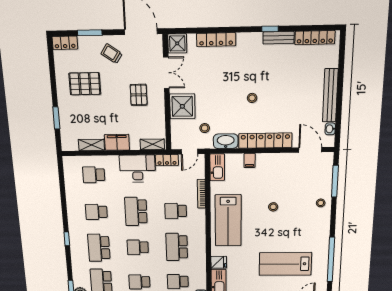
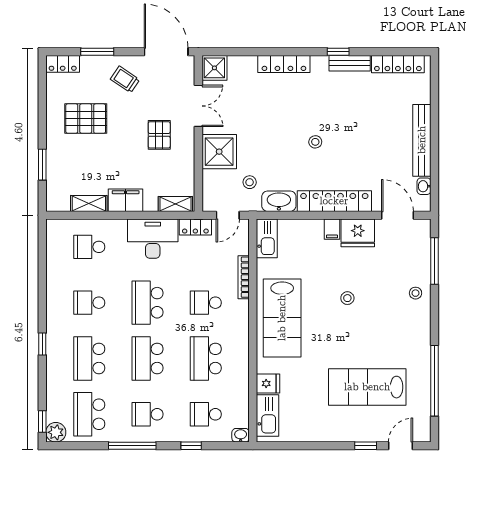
locker: (216, 40) -> (284, 64), moved
filing cabinet: (250, 160) -> (332, 229), moved
fridge: (281, 163) -> (358, 233), added
school desk: (138, 247) -> (148, 358), width x1.85

